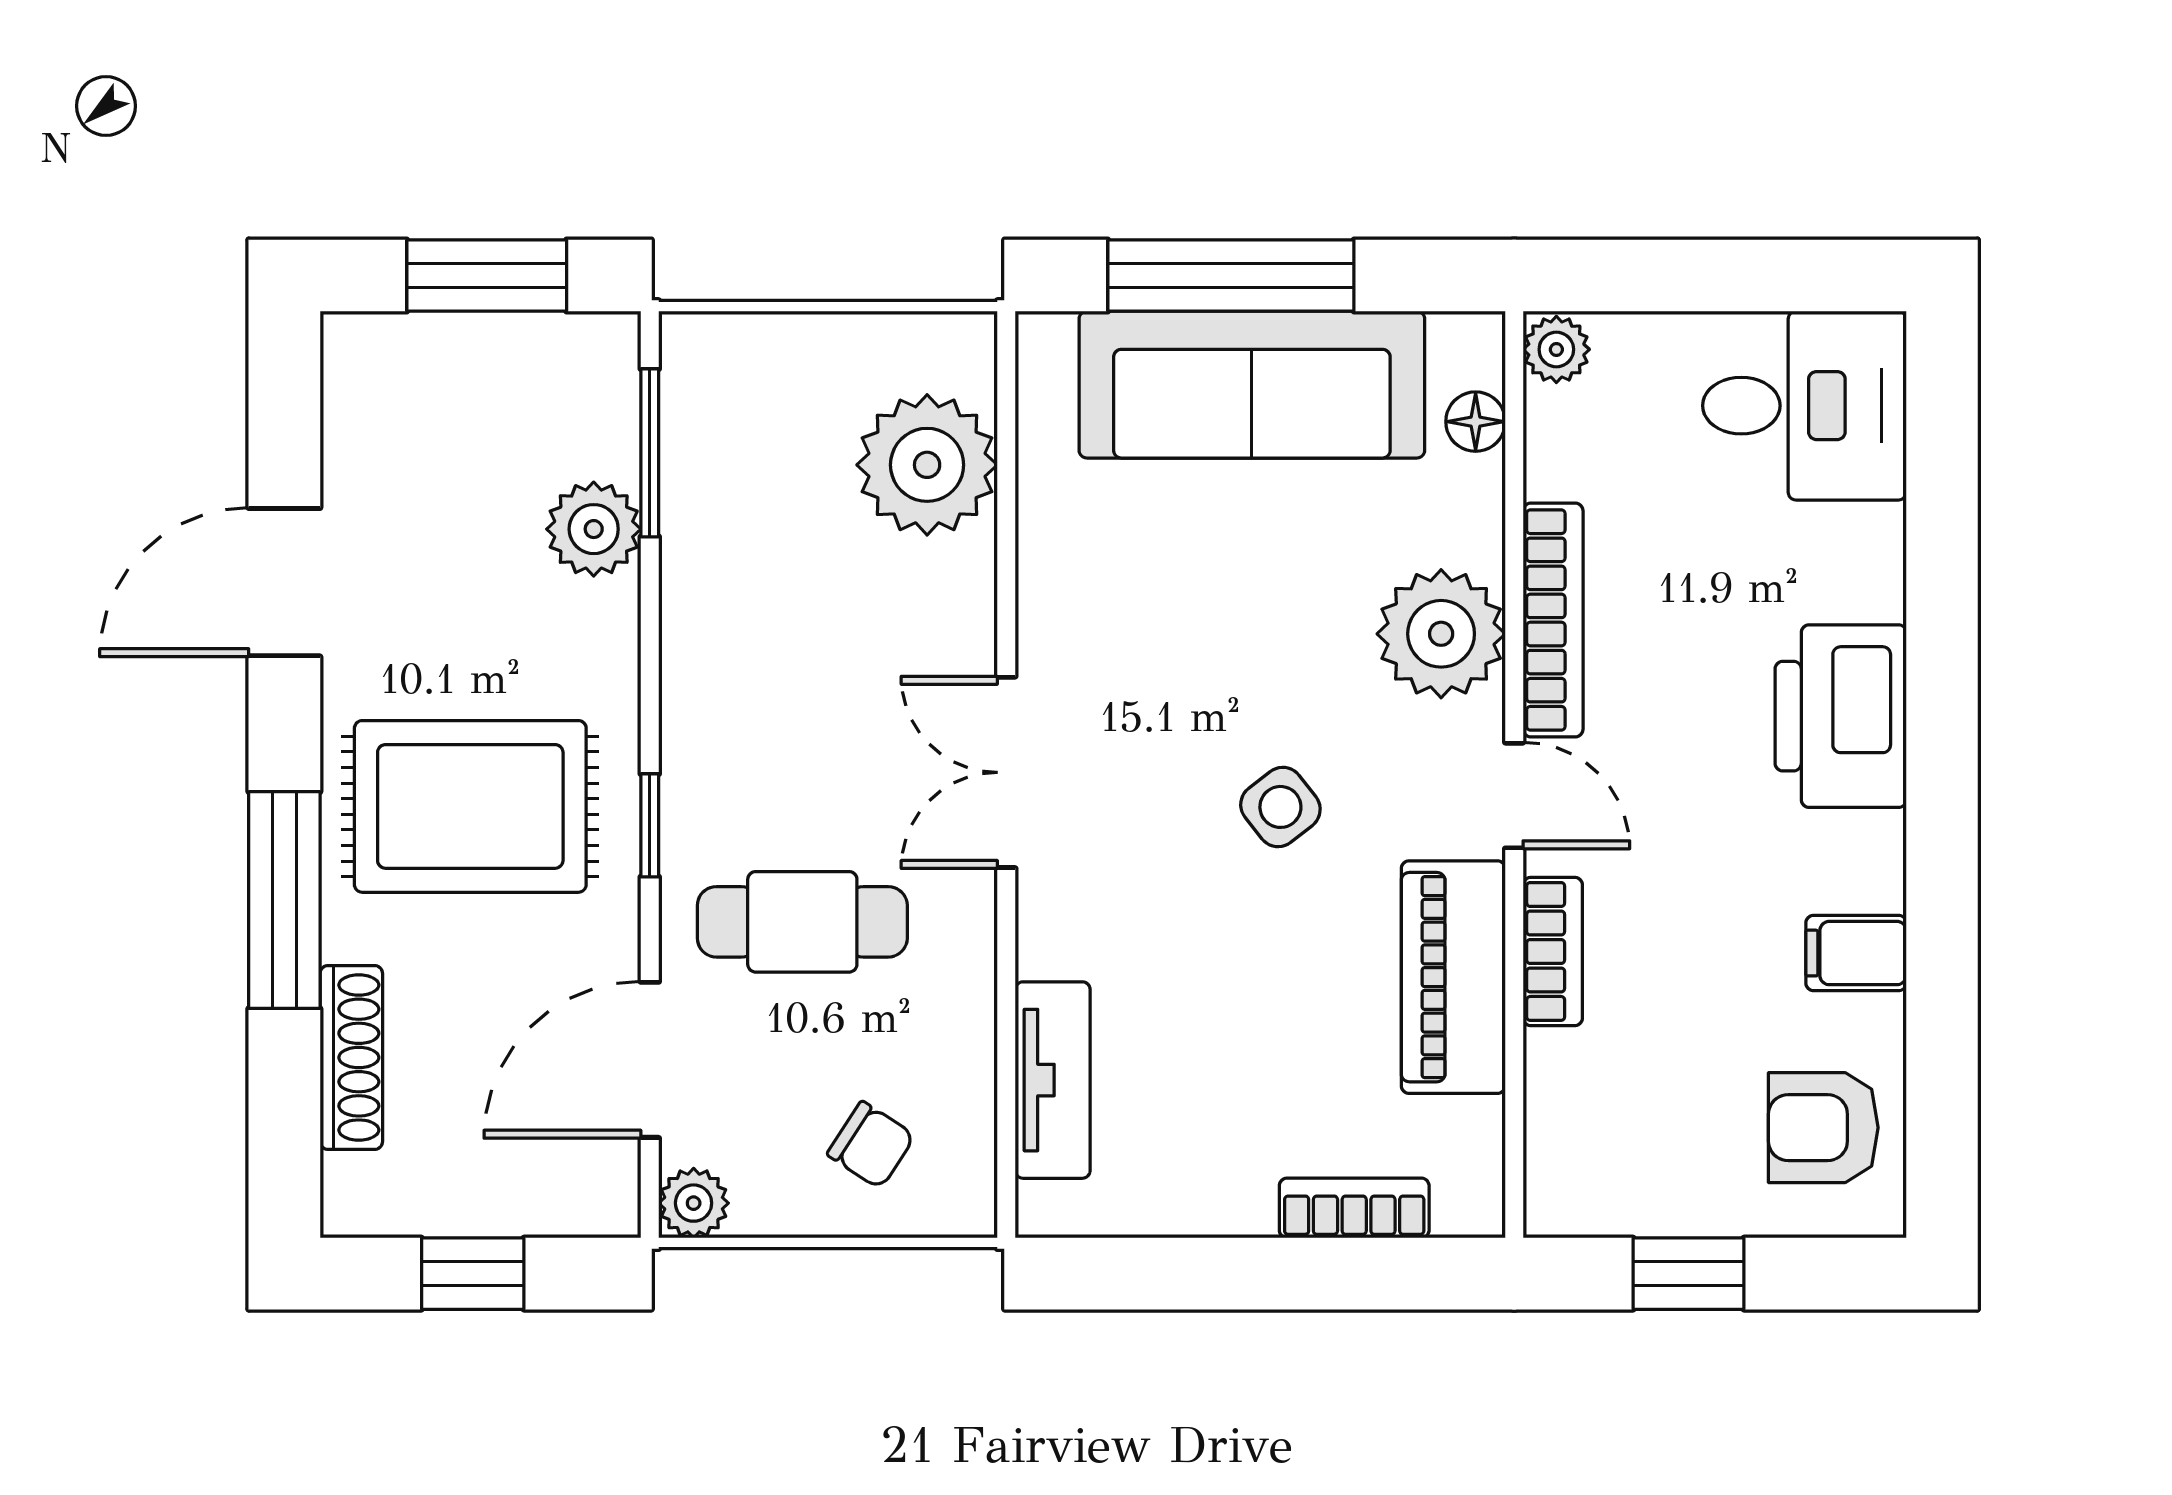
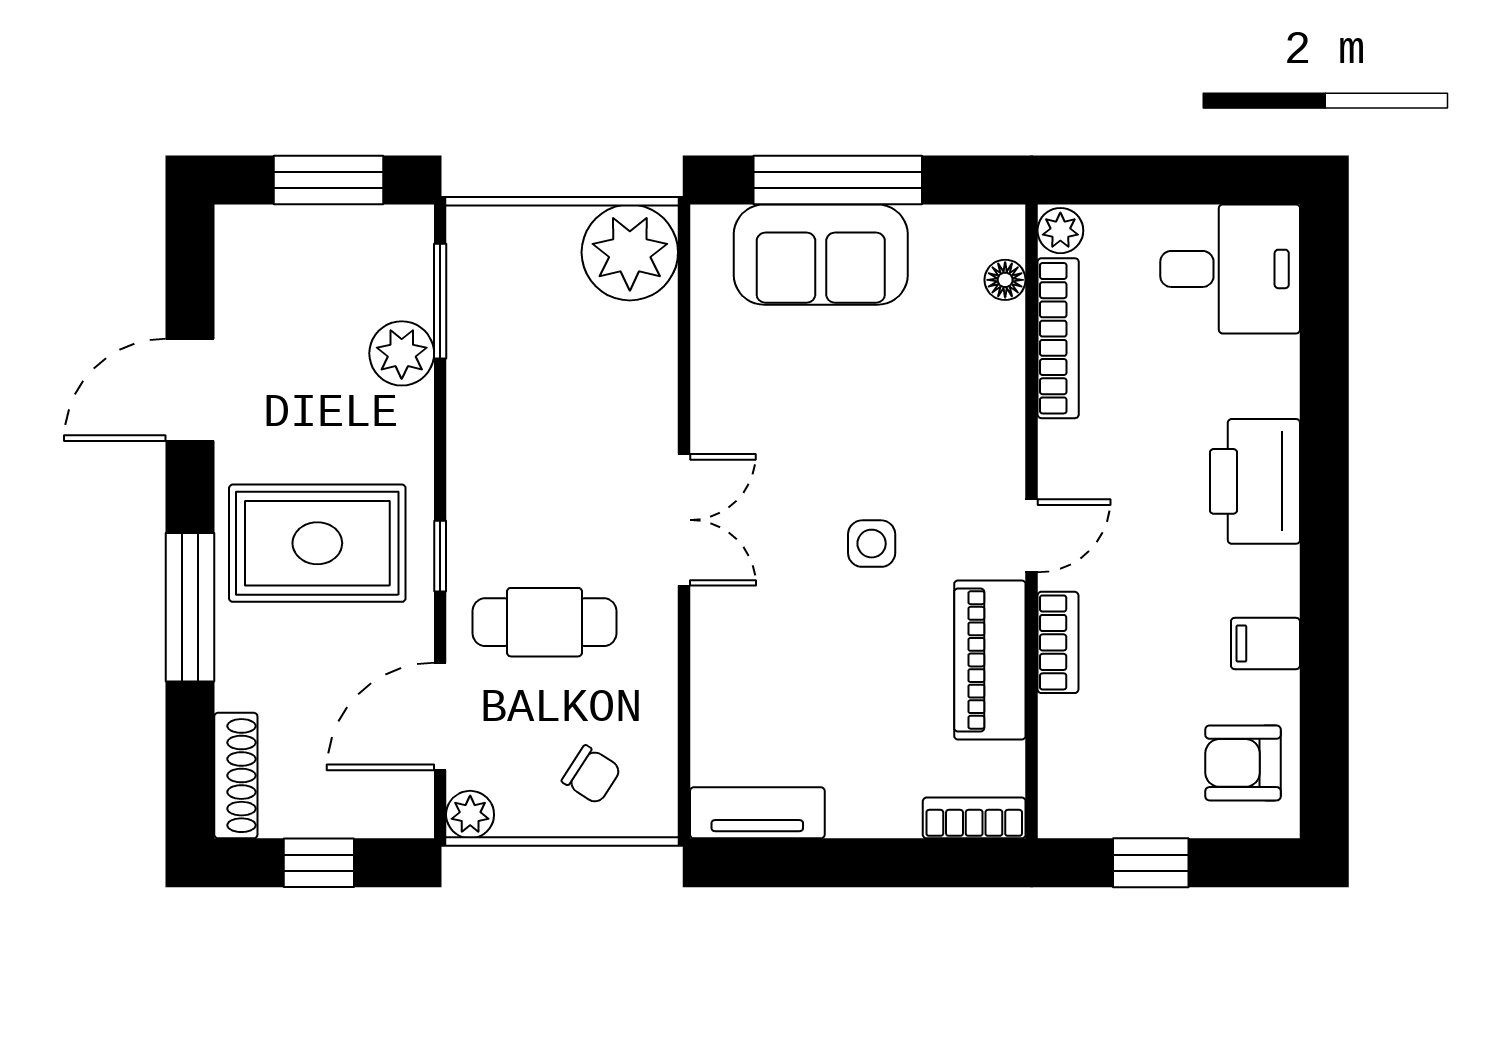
sofa: (1252, 385) -> (821, 255), width x0.73
plant: (927, 465) -> (630, 252), moved
bookcase: (1553, 620) -> (1058, 338), moved
plant: (1441, 634) -> (982, 425), removed
double door: (1006, 772) -> (684, 520), swing flipped
door: (1514, 796) -> (1032, 536), hinge flipped
side table: (1280, 807) -> (872, 544), turned 38
shoe rack: (351, 1058) -> (236, 776), moved
tv unit: (1053, 1080) -> (757, 813), moved, turned -90
bookcase: (1354, 1208) -> (974, 818), moved

